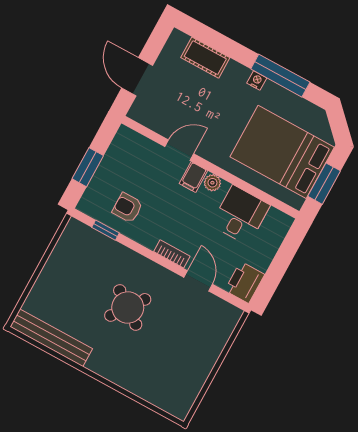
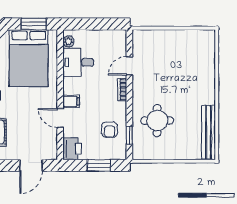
plant: (212, 183) -> (68, 41), moved
printer: (245, 282) -> (72, 149), moved, turned -90
round table: (128, 307) -> (157, 121), moved, turned -36

